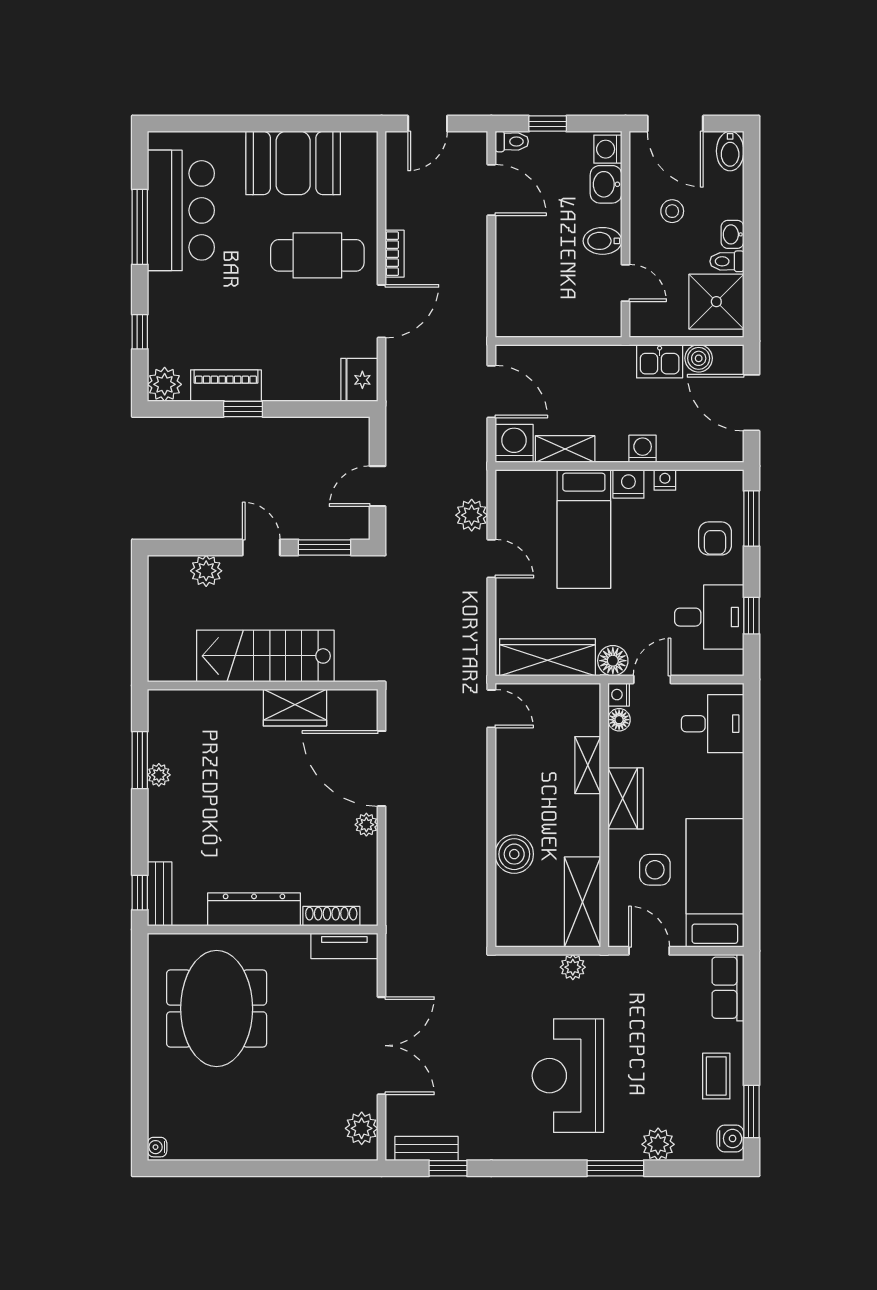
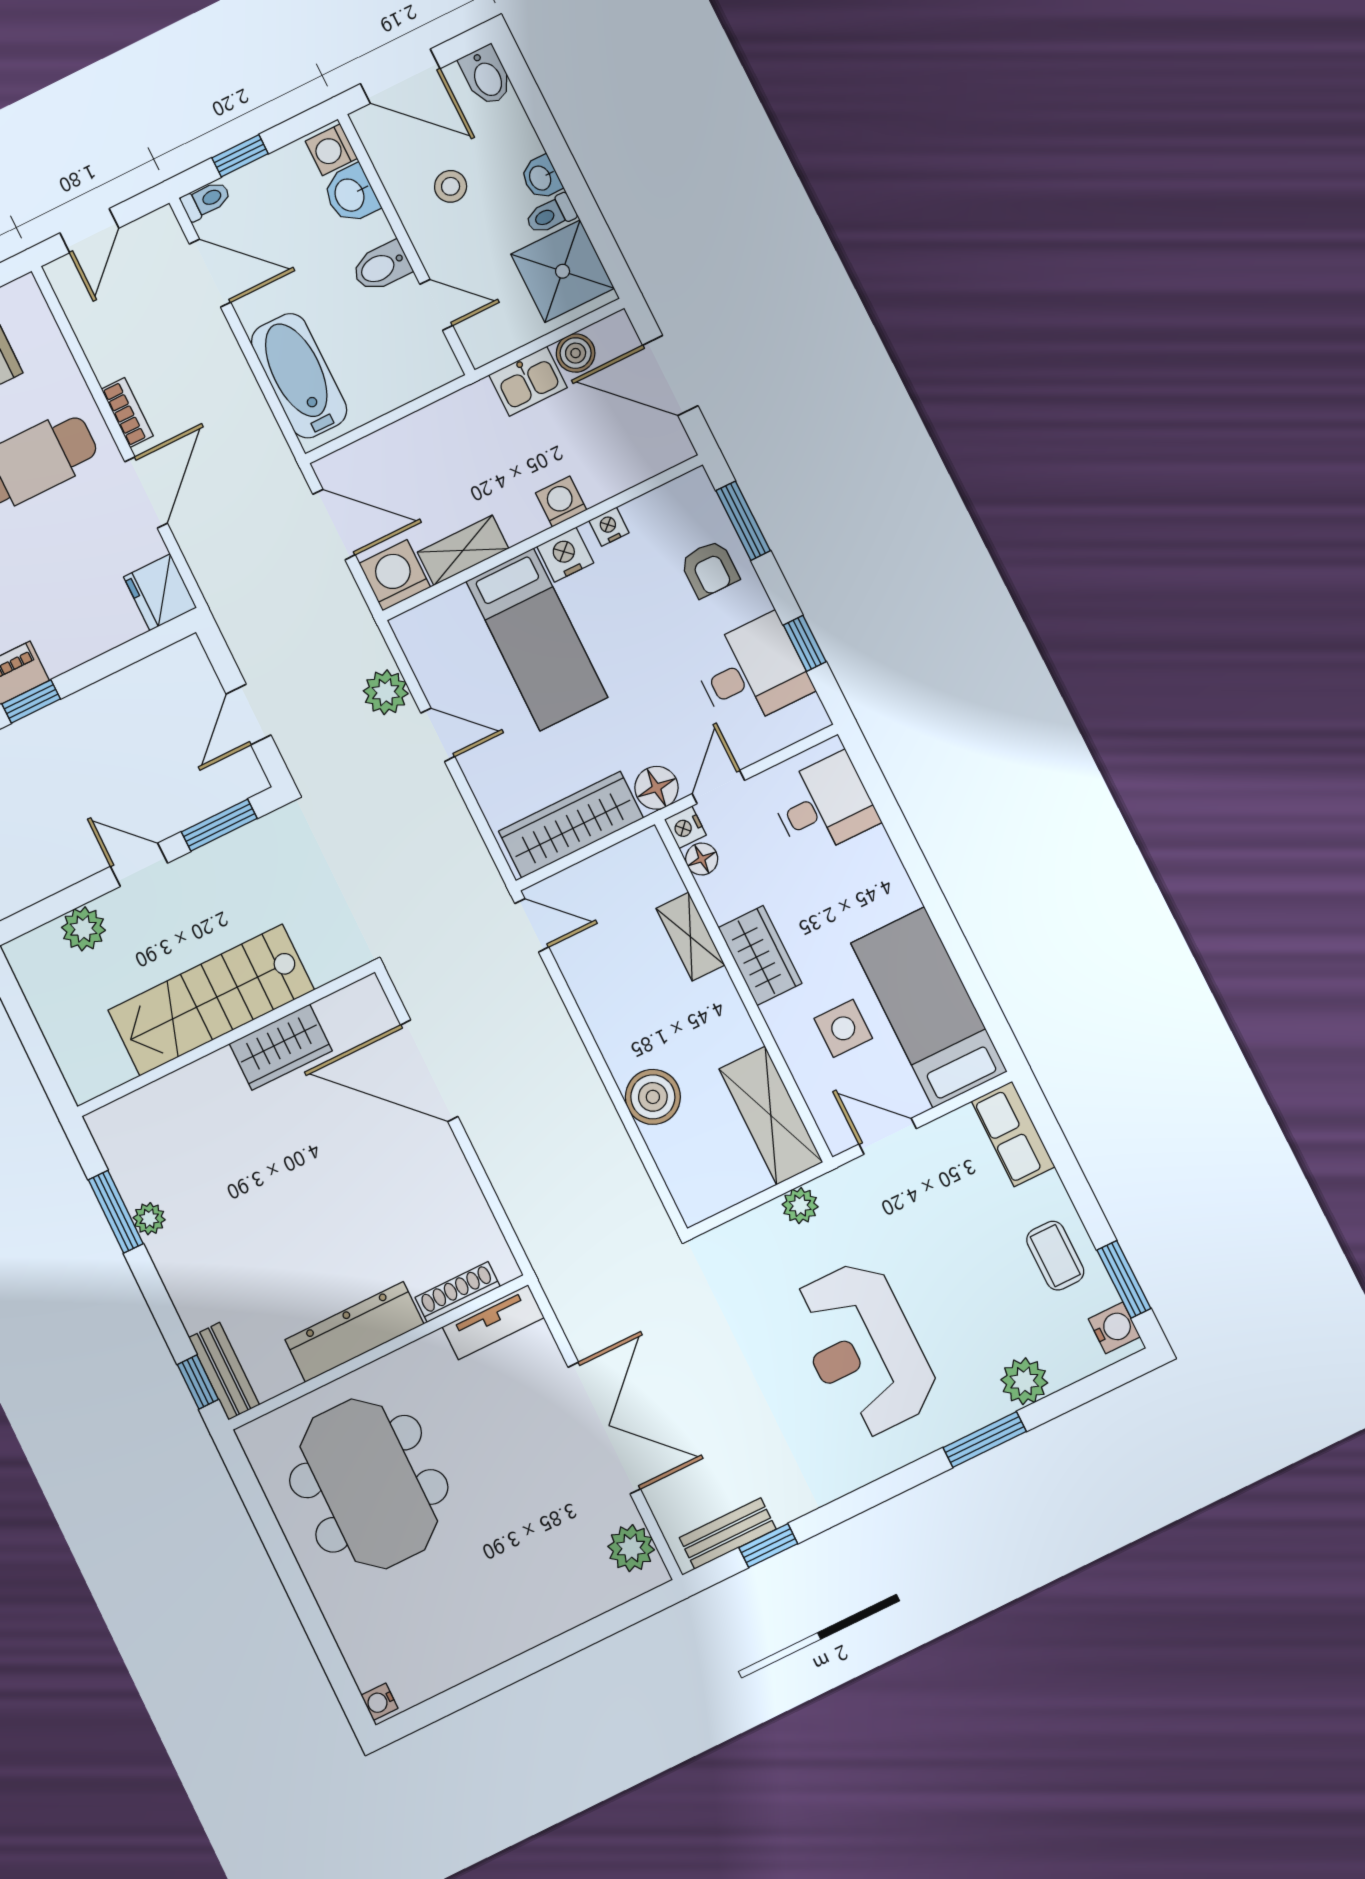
bathtub: (516, 285) -> (299, 376), added
plant: (366, 825) -> (445, 1152), removed

